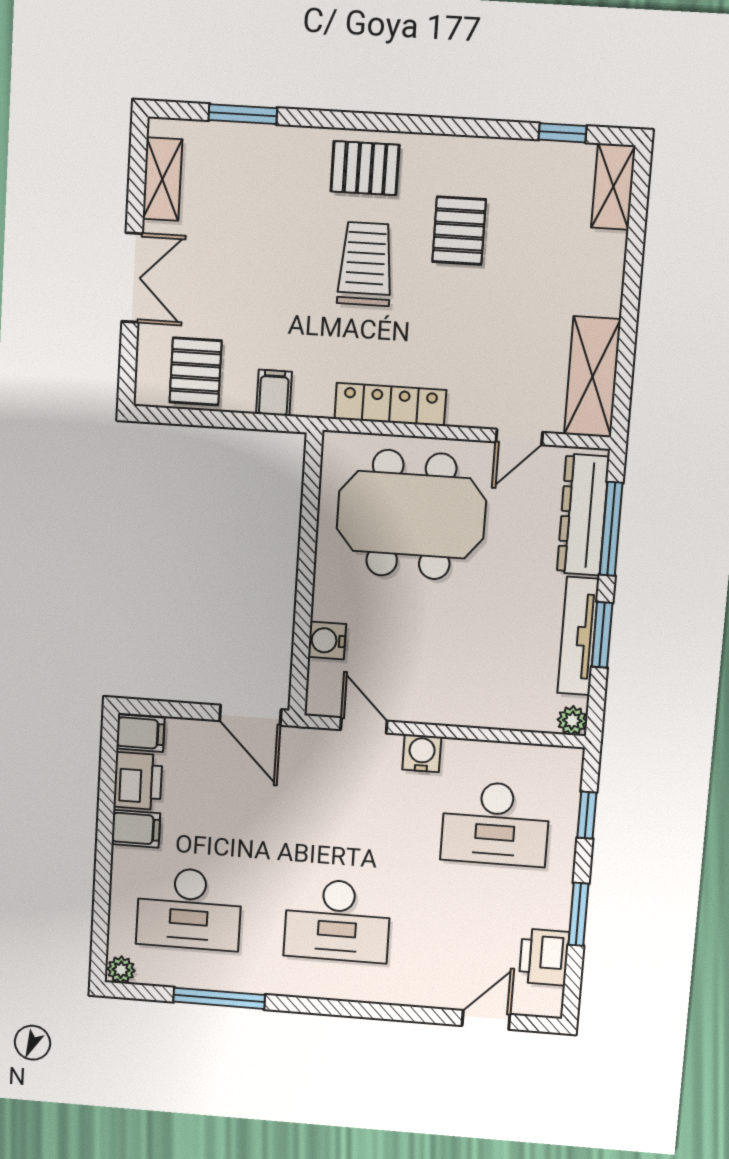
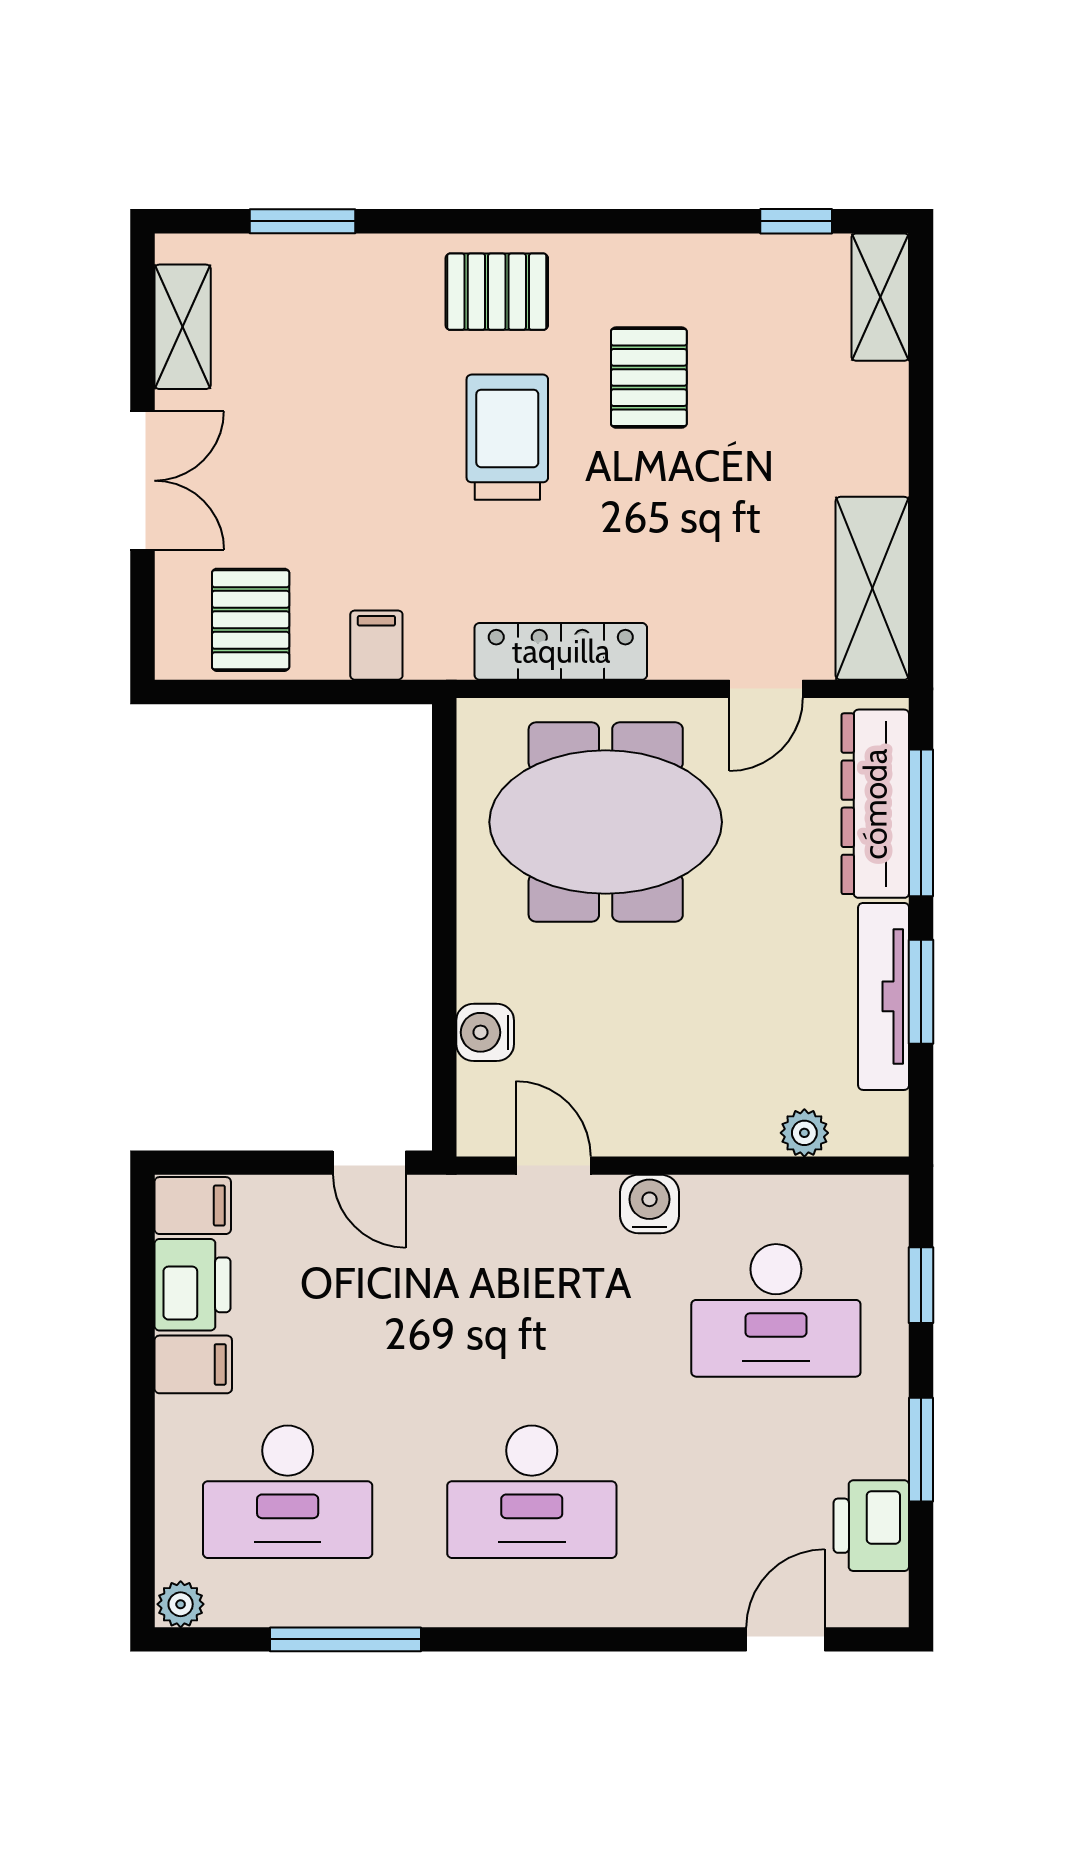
door: (250, 715) -> (369, 1163), width x0.73
plant: (572, 721) -> (804, 1133), moved

